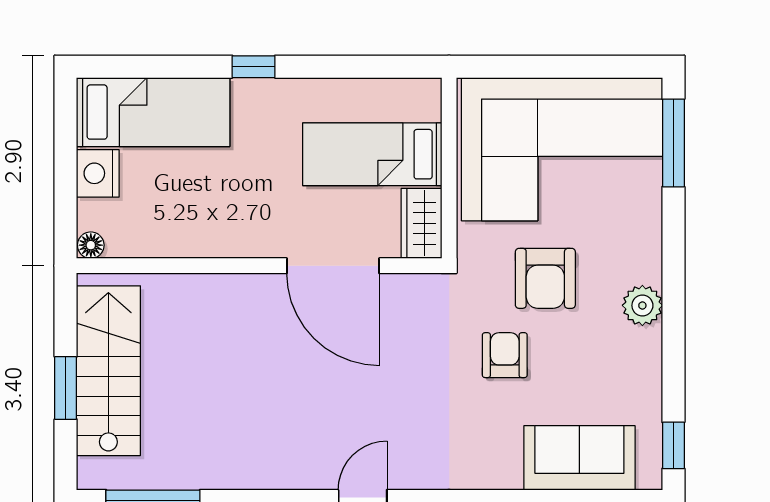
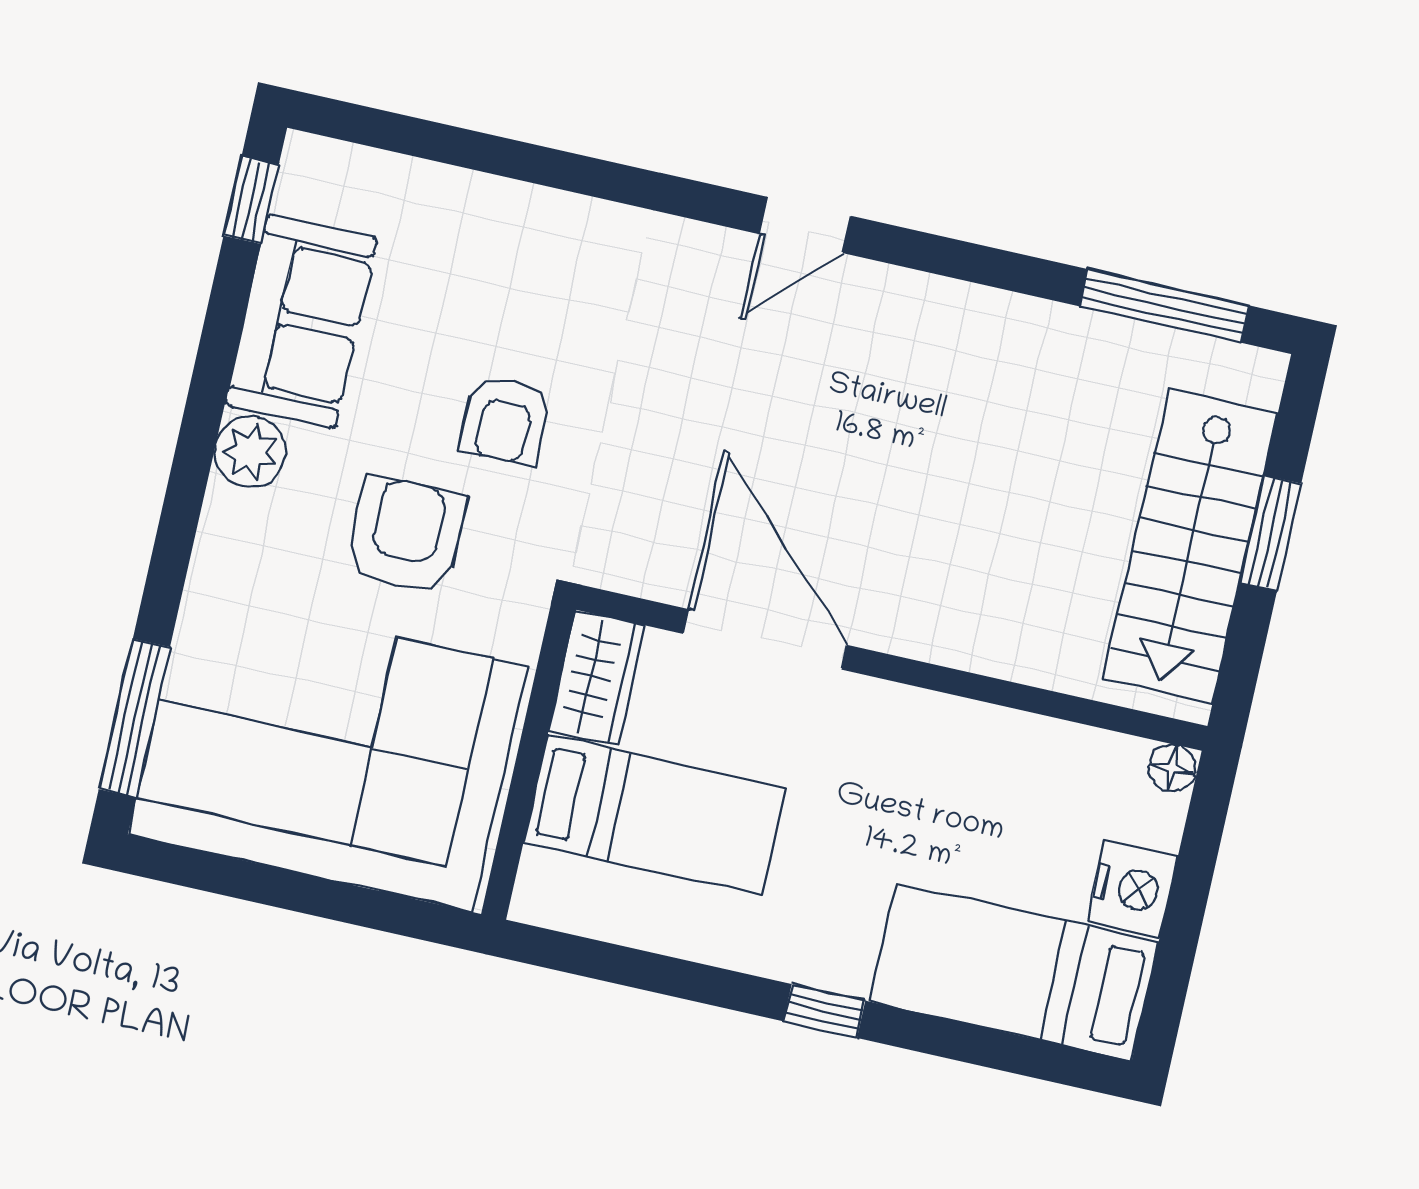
sofa: (579, 458) -> (301, 322), moved, turned -90

